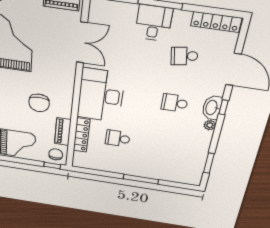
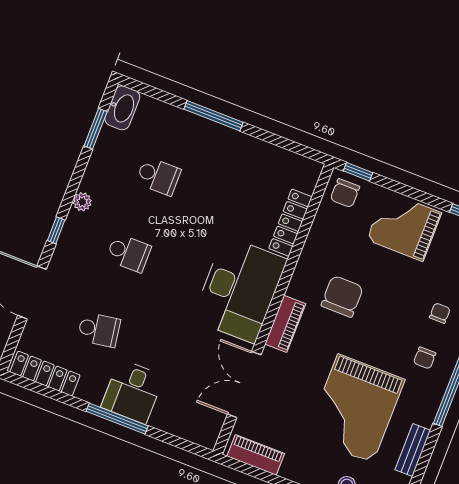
washbasin: (212, 108) -> (122, 108), moved
piano: (63, 132) -> (285, 324), moved
school desk: (118, 138) -> (158, 176), moved

